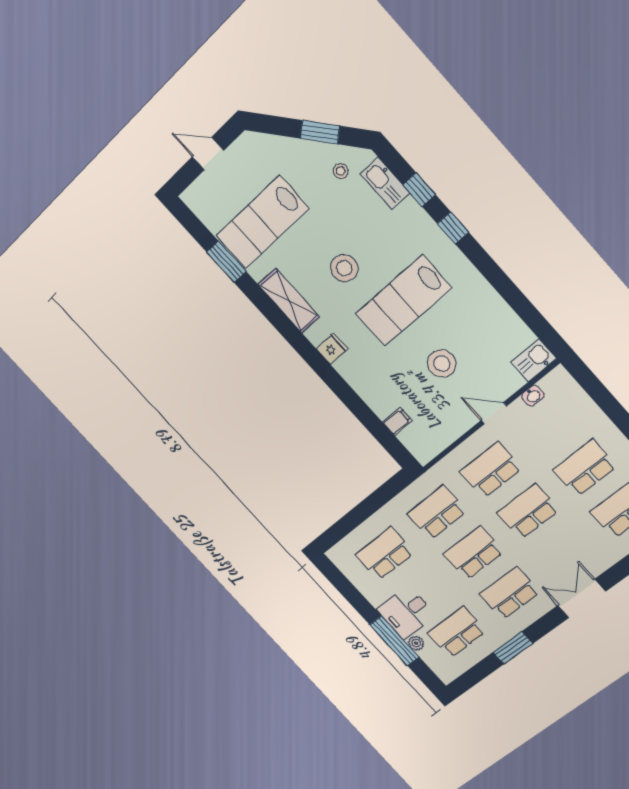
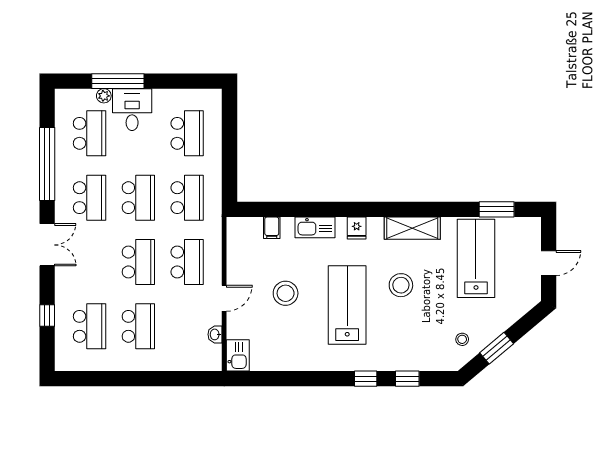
kitchen sink: (385, 183) -> (315, 227), moved, turned 180
window: (226, 262) -> (497, 209), moved
window: (513, 648) -> (47, 164), width x2.11

